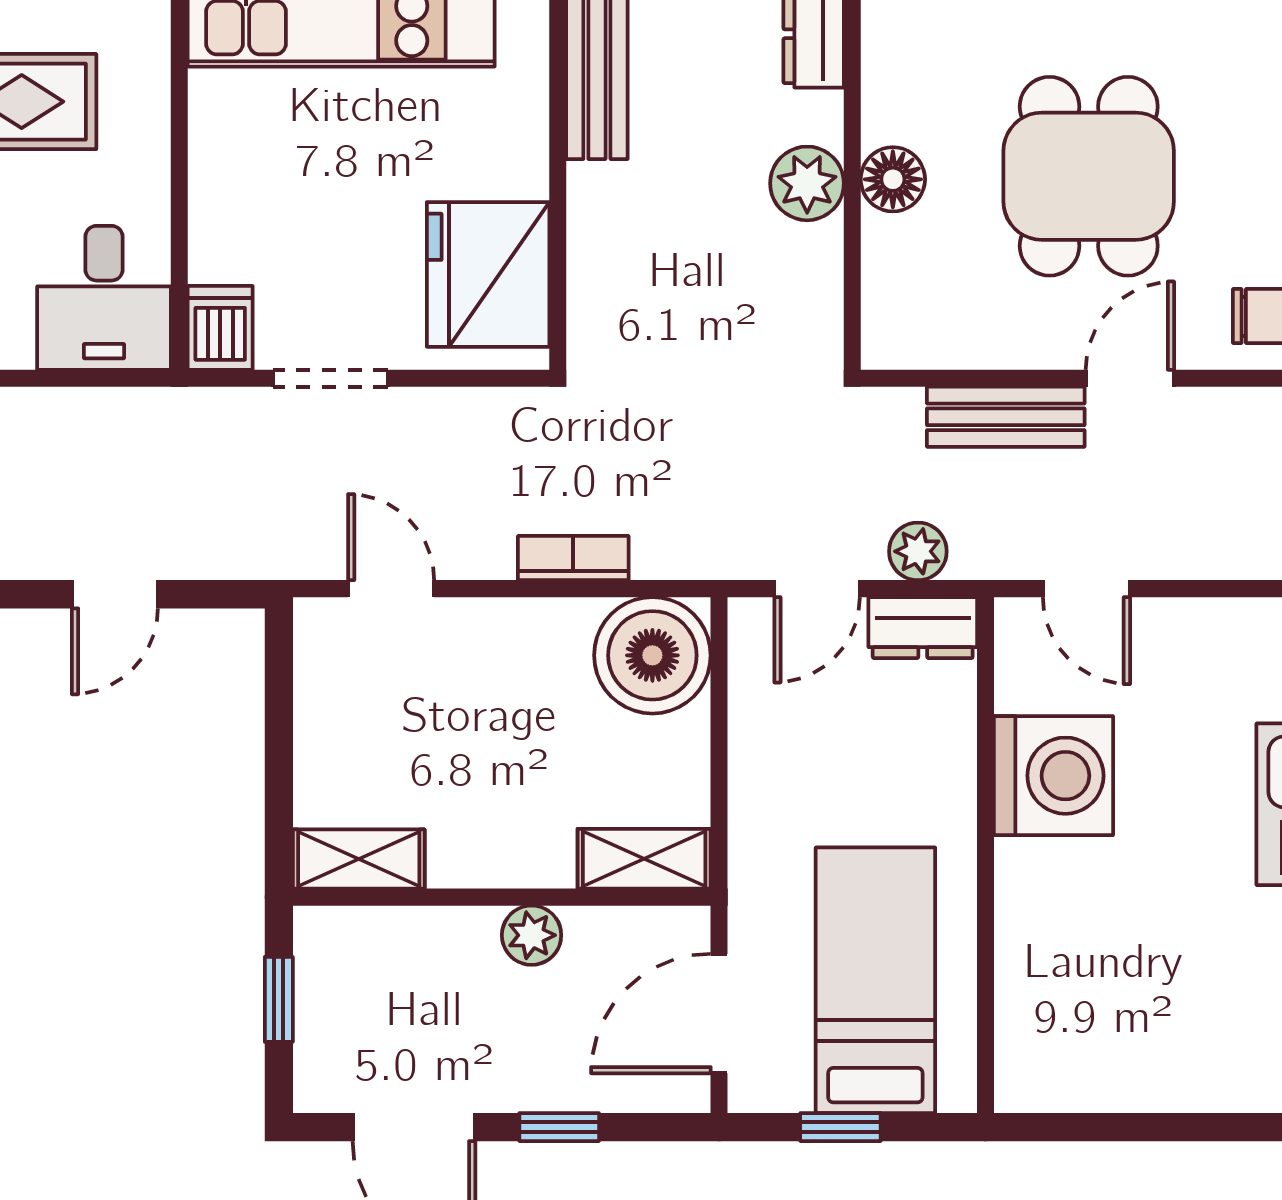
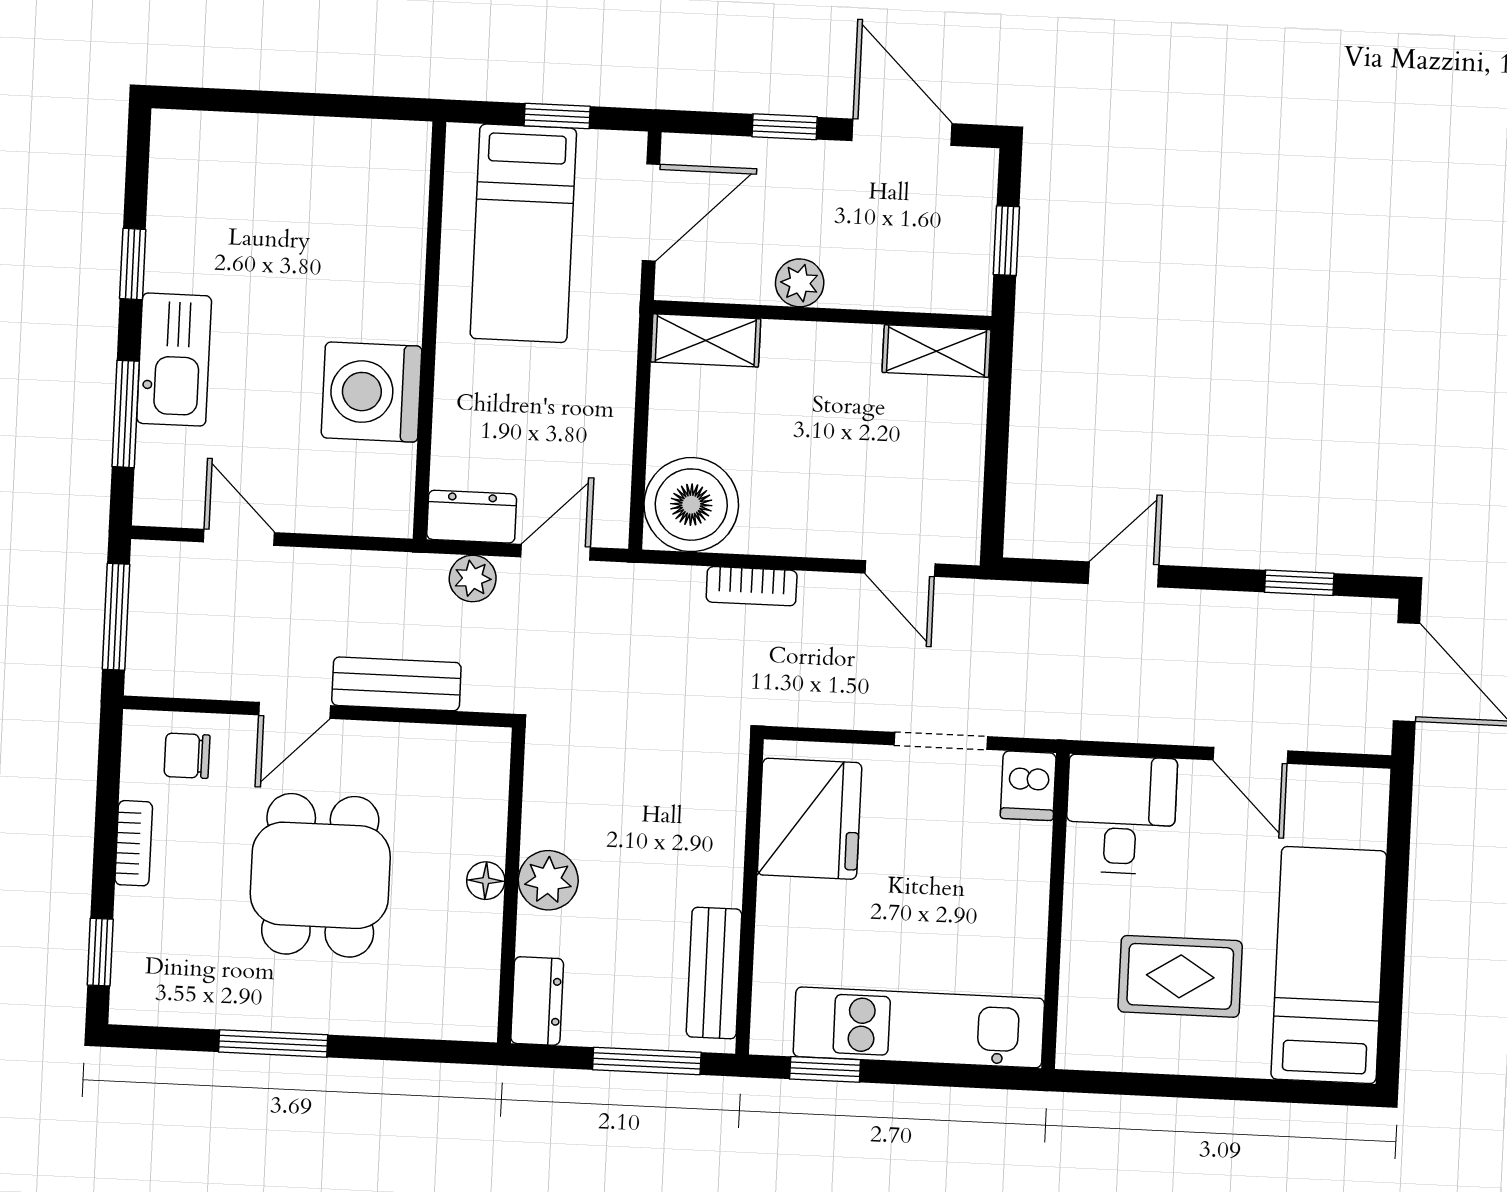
floor lamp: (893, 179) -> (486, 881), width x0.73, depth x0.73
door: (1086, 589) -> (239, 537), moved

